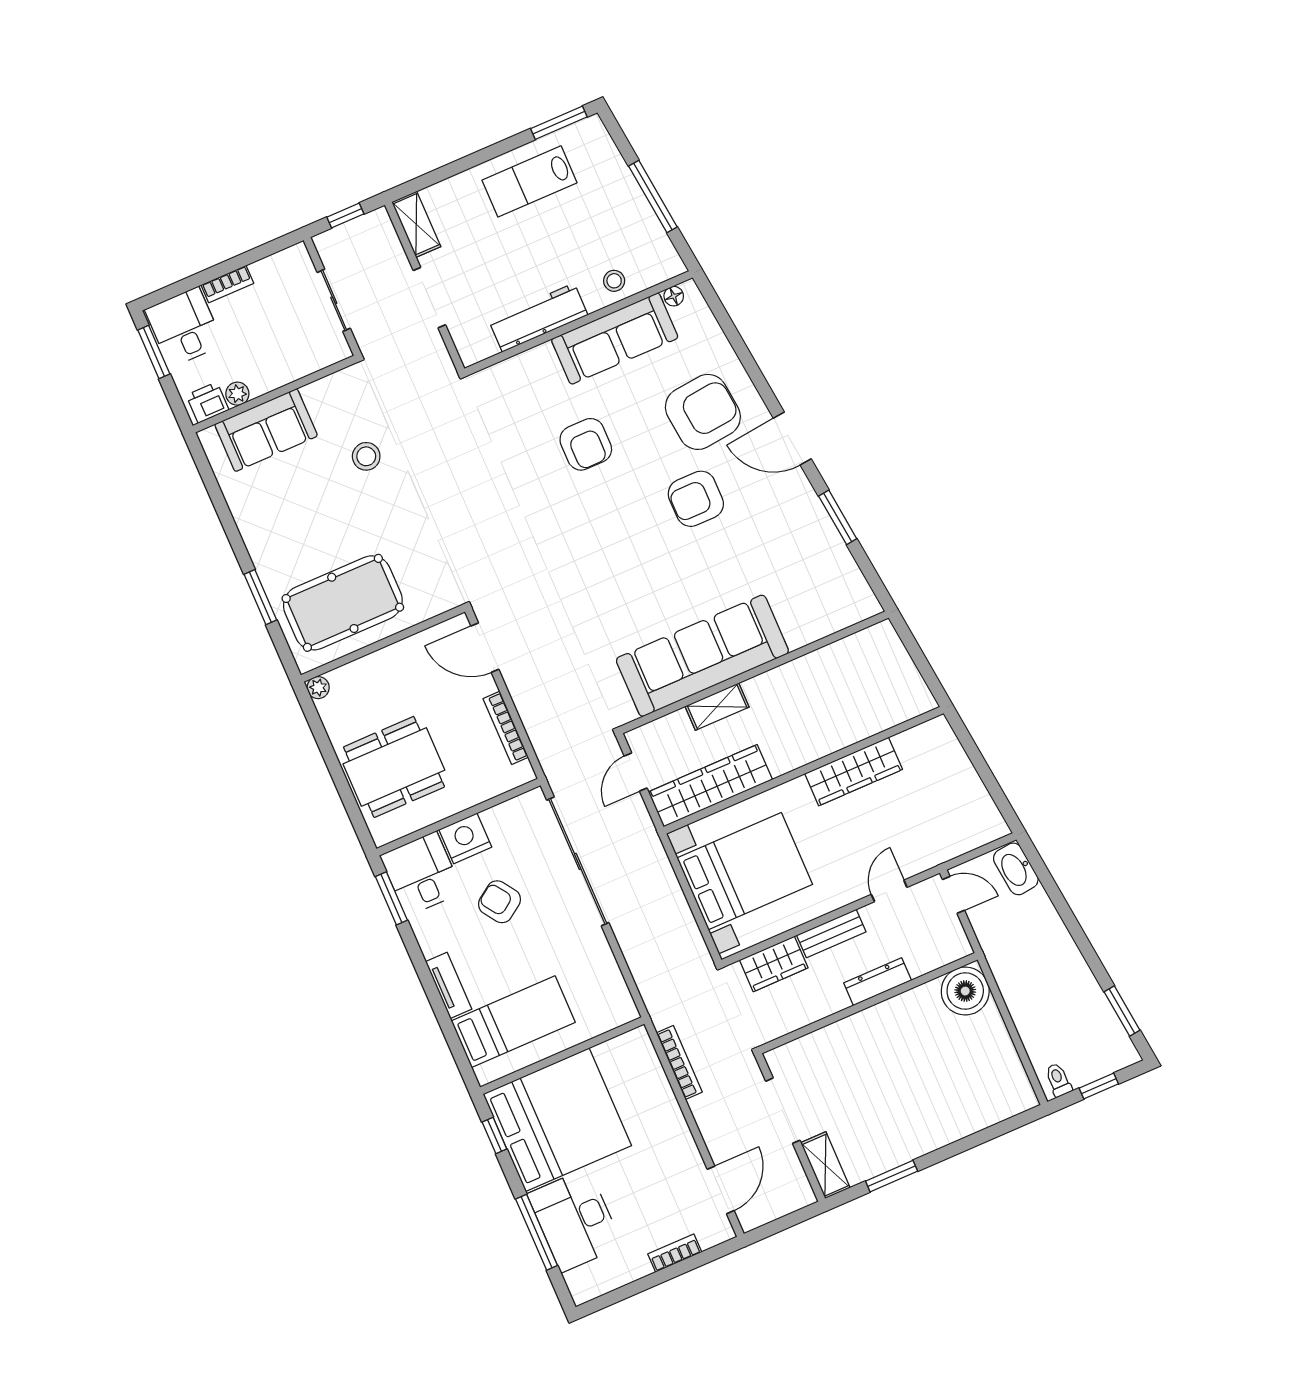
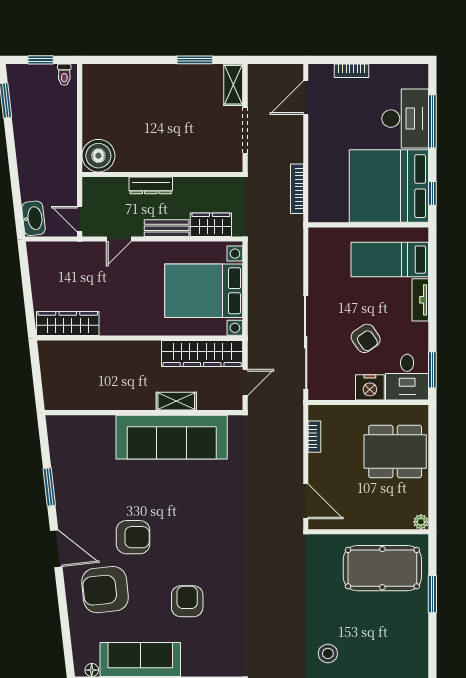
bookcase: (506, 728) -> (314, 437), width x0.64
wardrobe: (854, 772) -> (68, 323), moved

